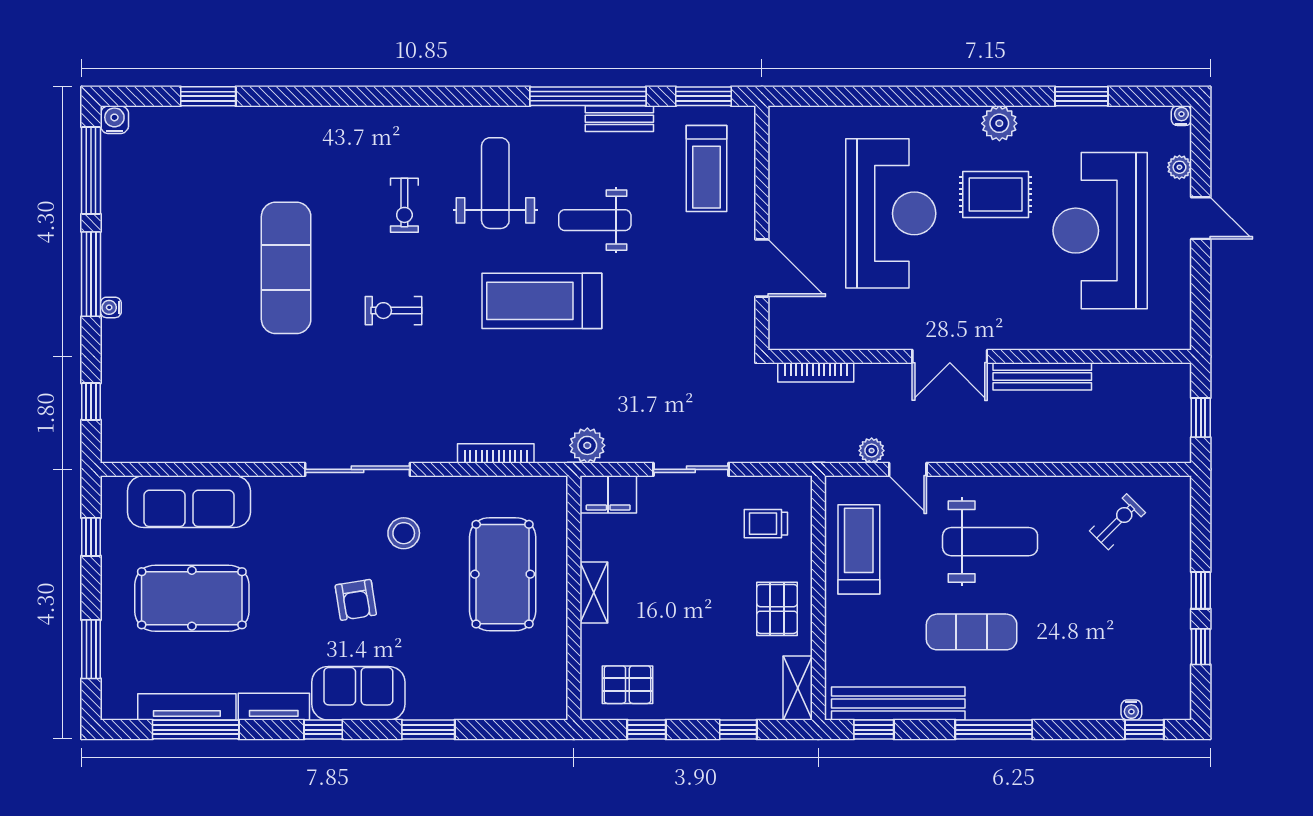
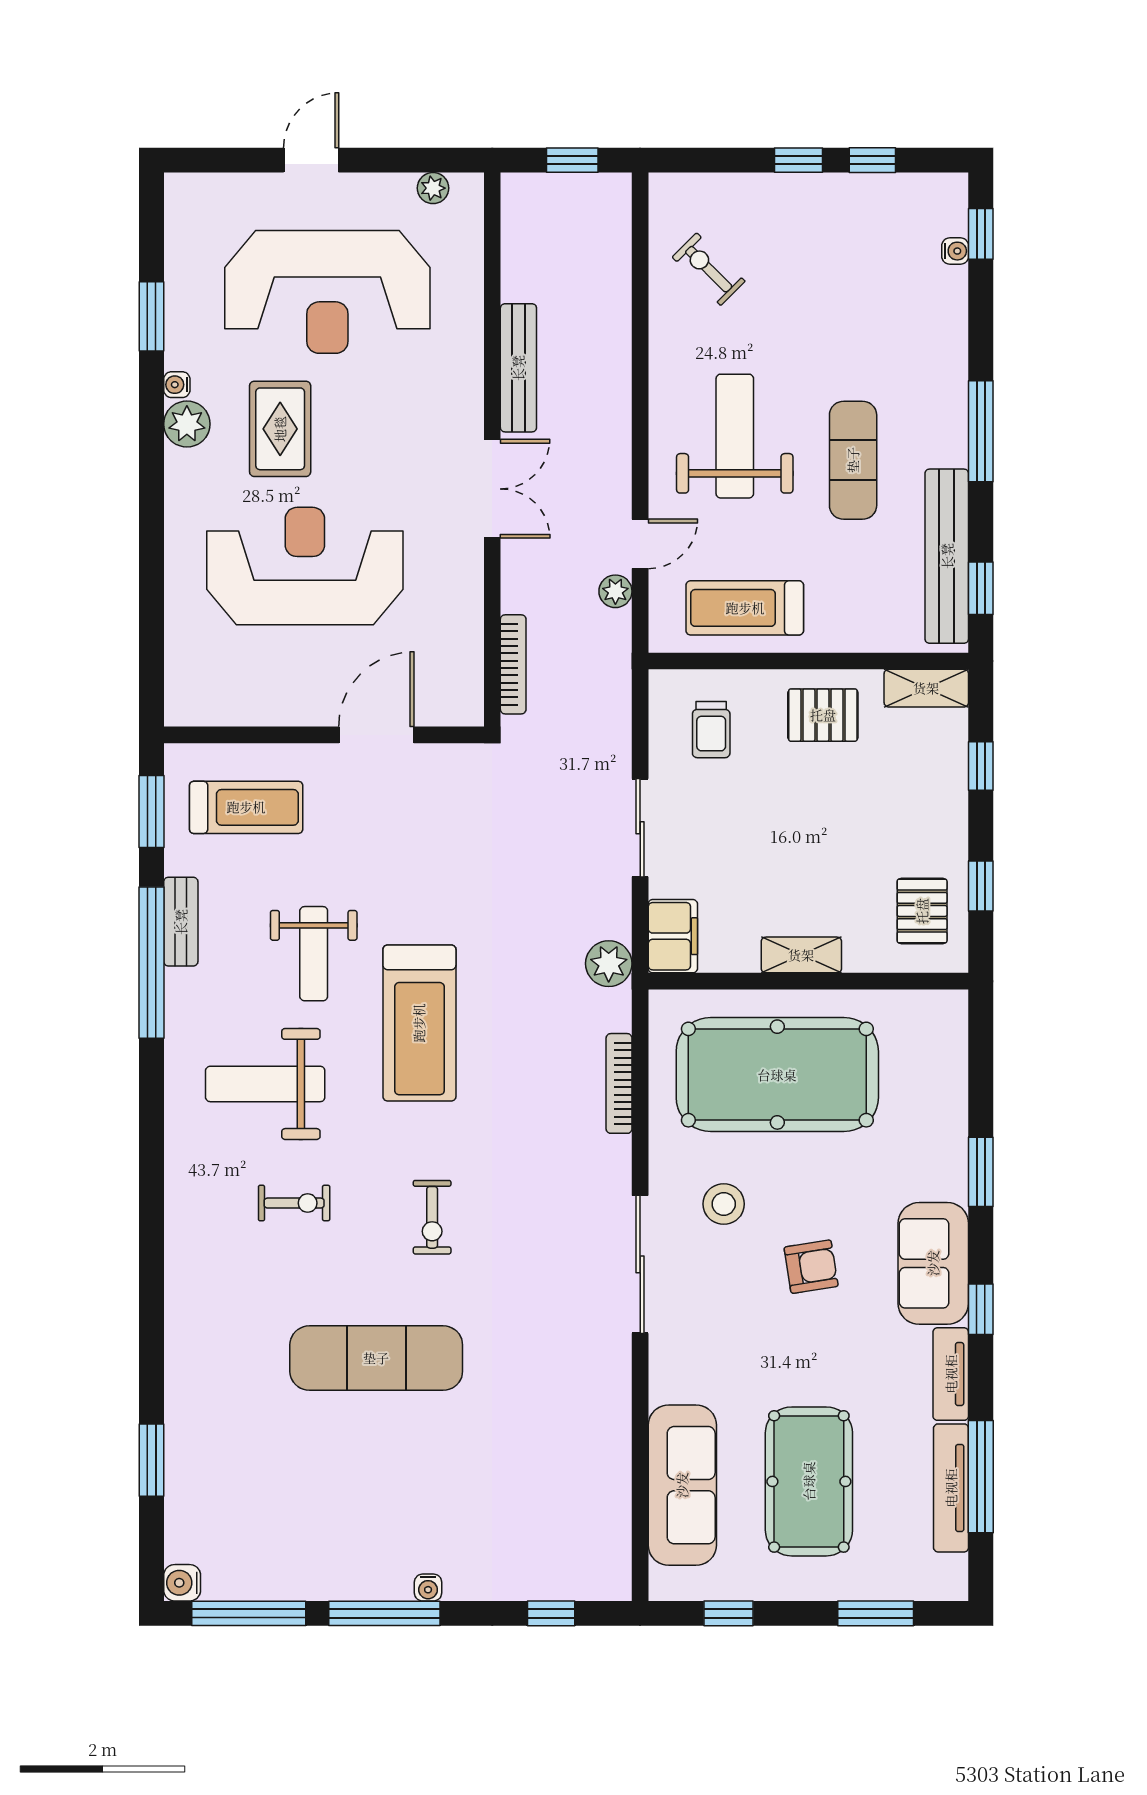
water cooler: (1181, 116) -> (177, 385), moved
plant: (1179, 167) -> (433, 188), moved
pool table: (503, 574) -> (777, 1075), width x1.36, depth x1.32

